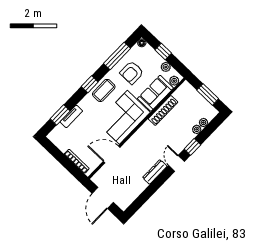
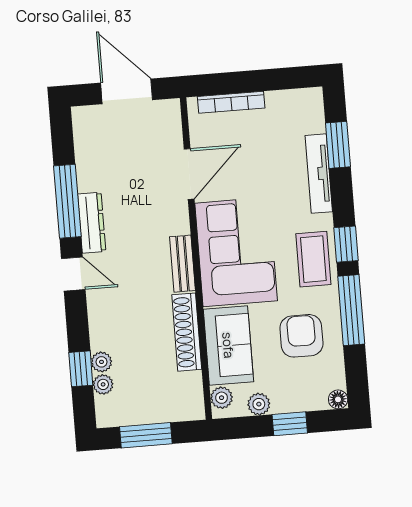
window: (117, 56) -> (351, 310), moved
tv unit: (71, 116) -> (319, 174), width x1.41
bench: (142, 131) -> (182, 264), added
window: (192, 147) -> (81, 369), moved
window: (155, 186) -> (67, 201), added

